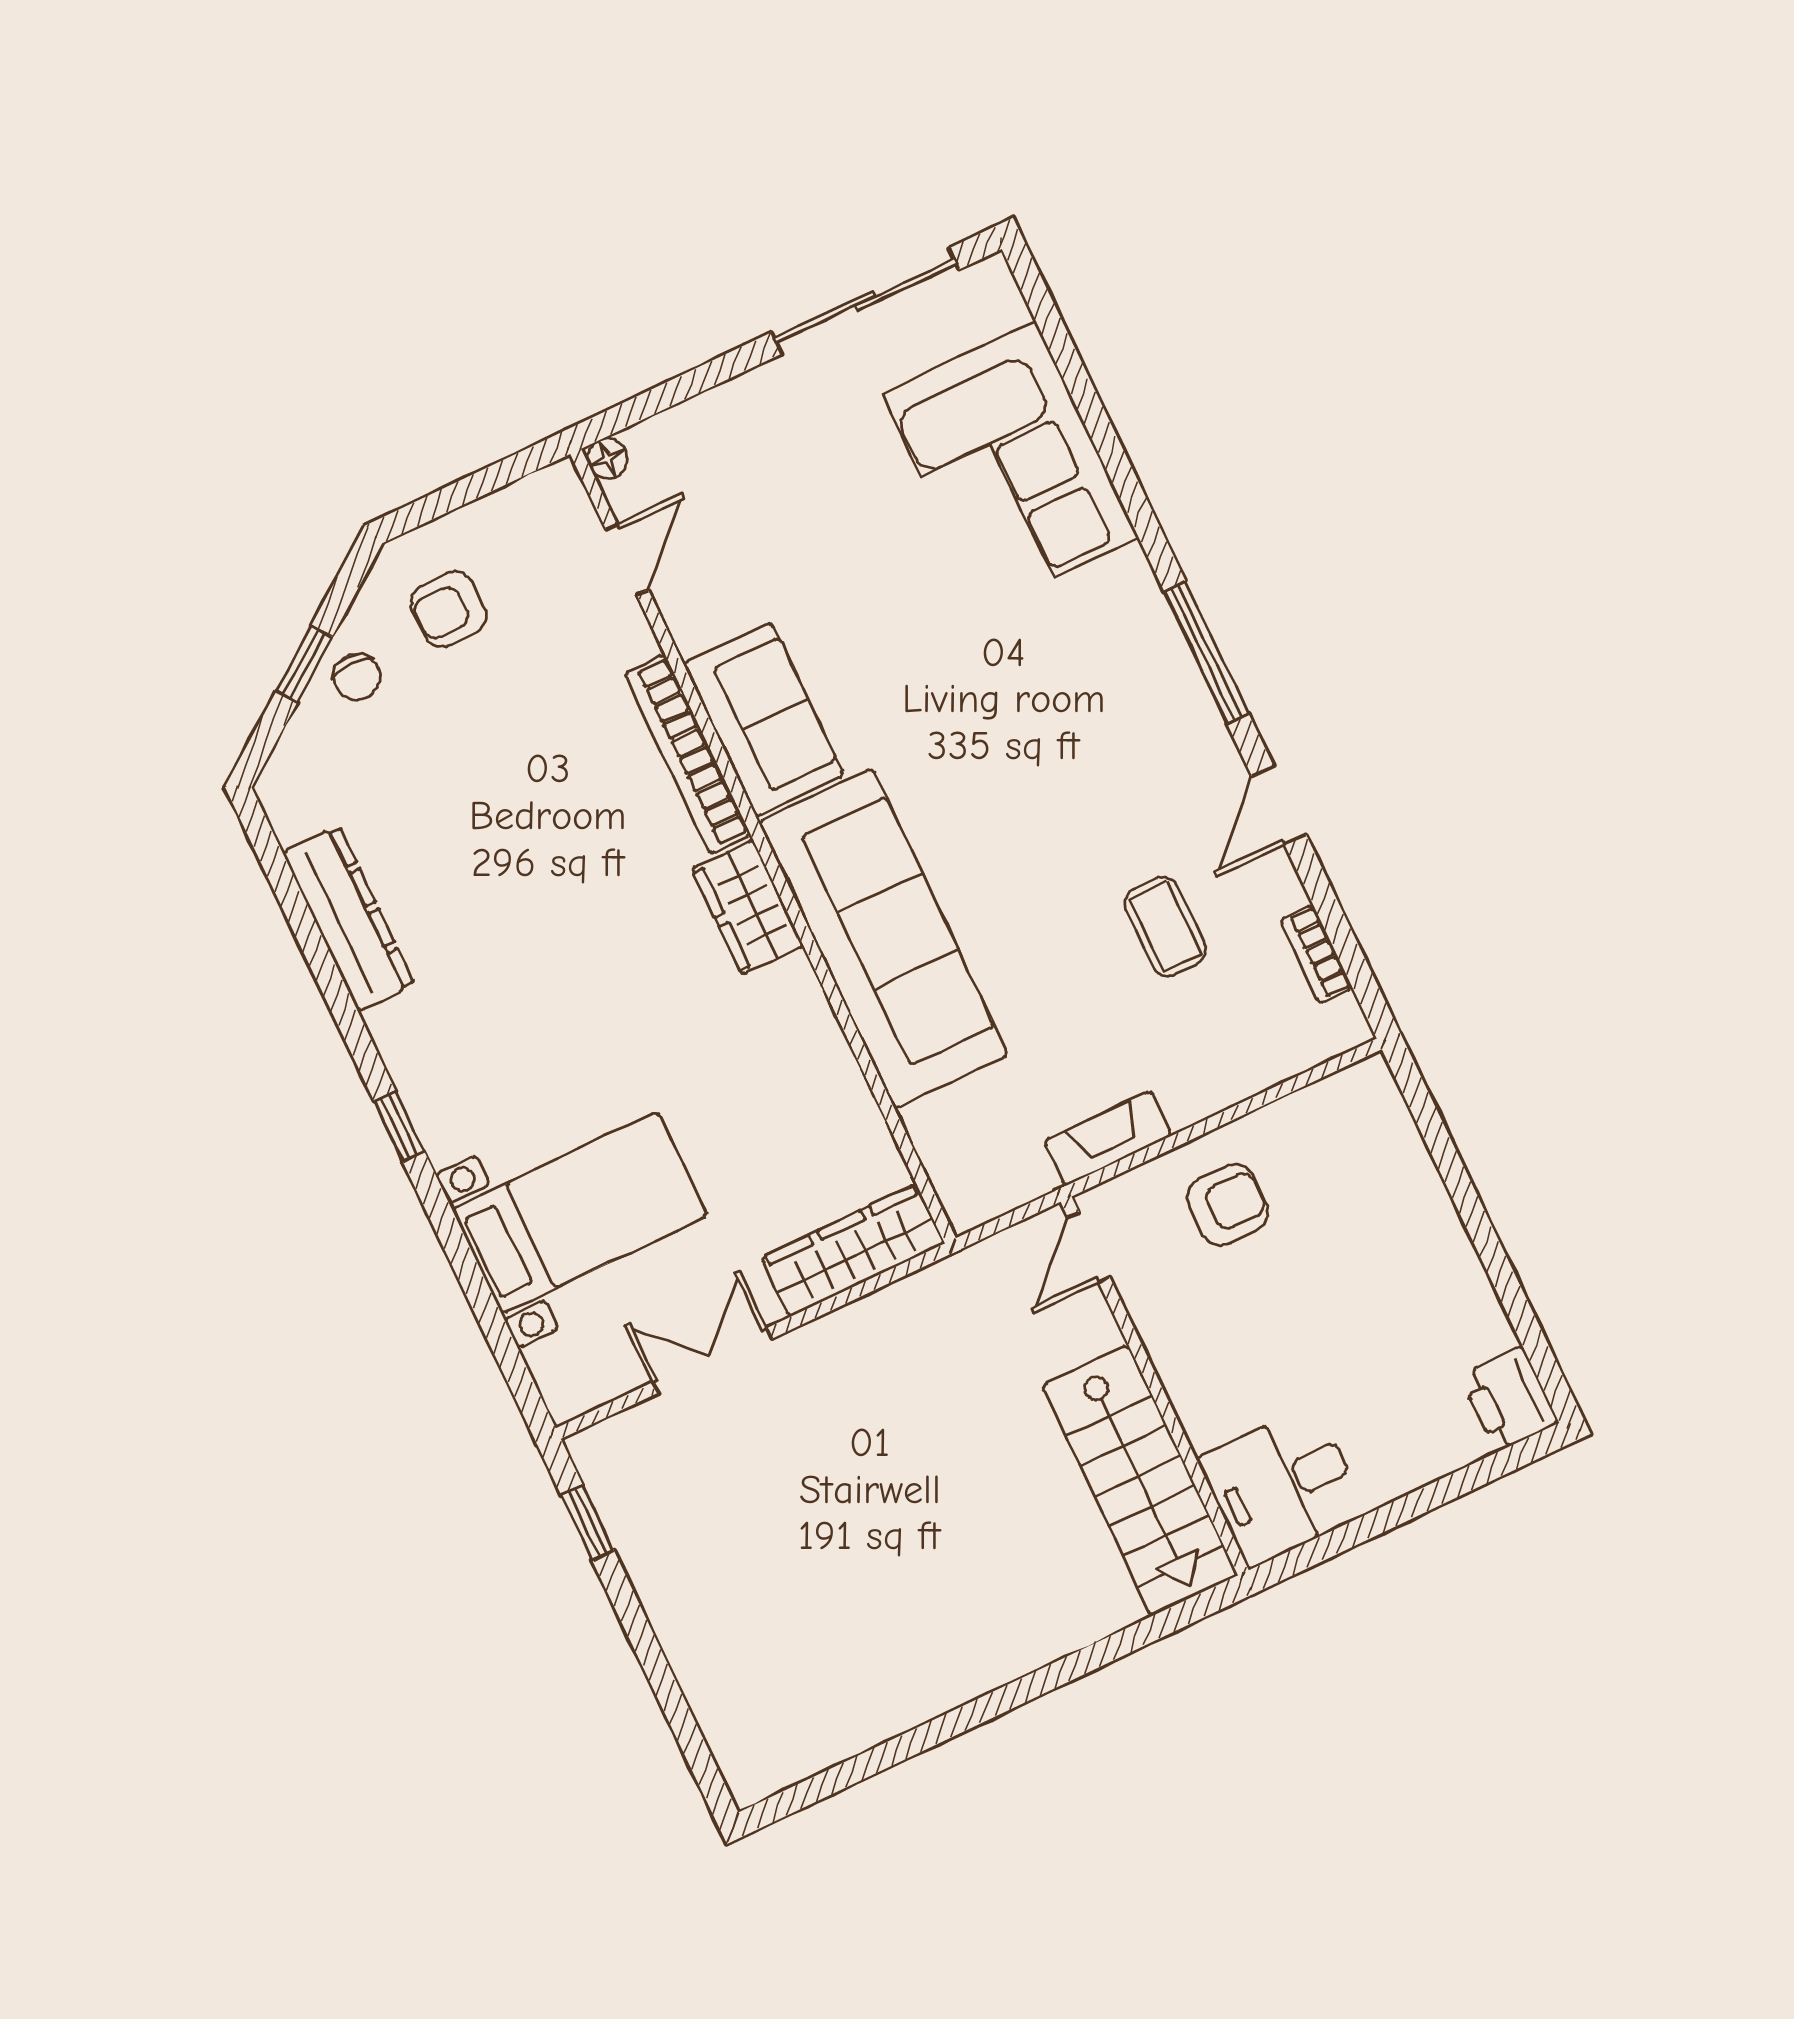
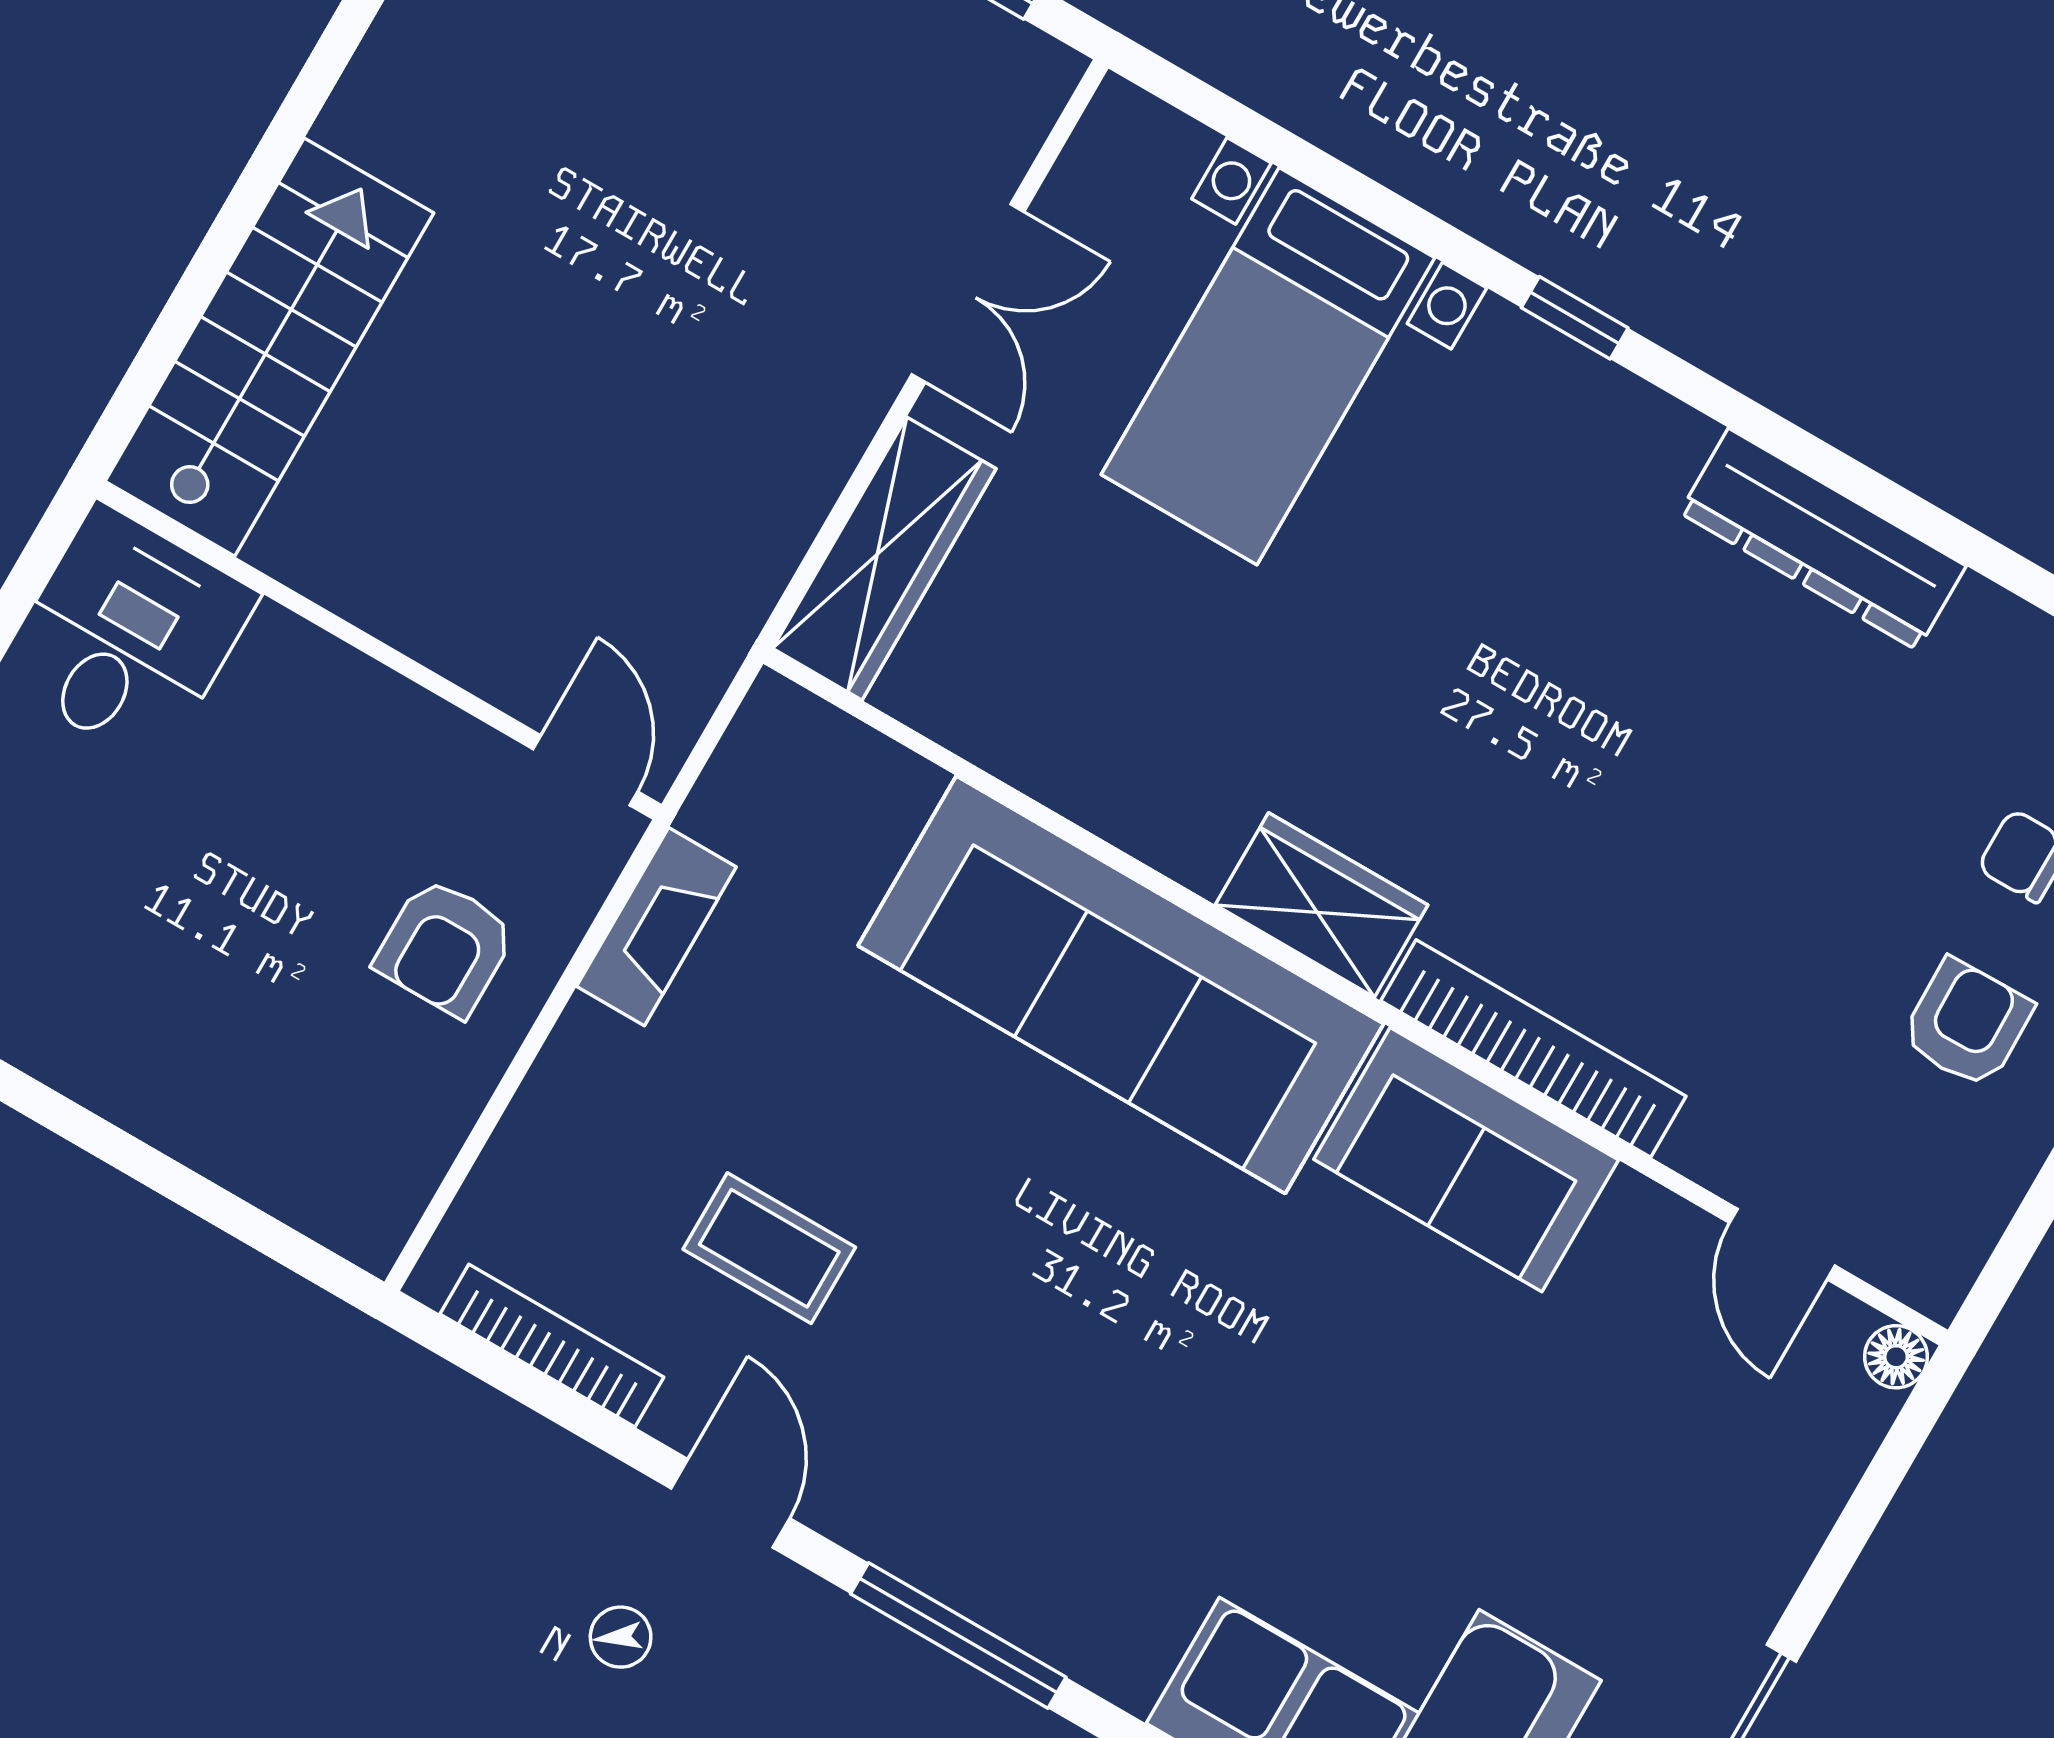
bookcase: (1316, 954) -> (552, 1346), width x1.56
stairs: (1140, 1481) -> (269, 347), moved, turned 90

